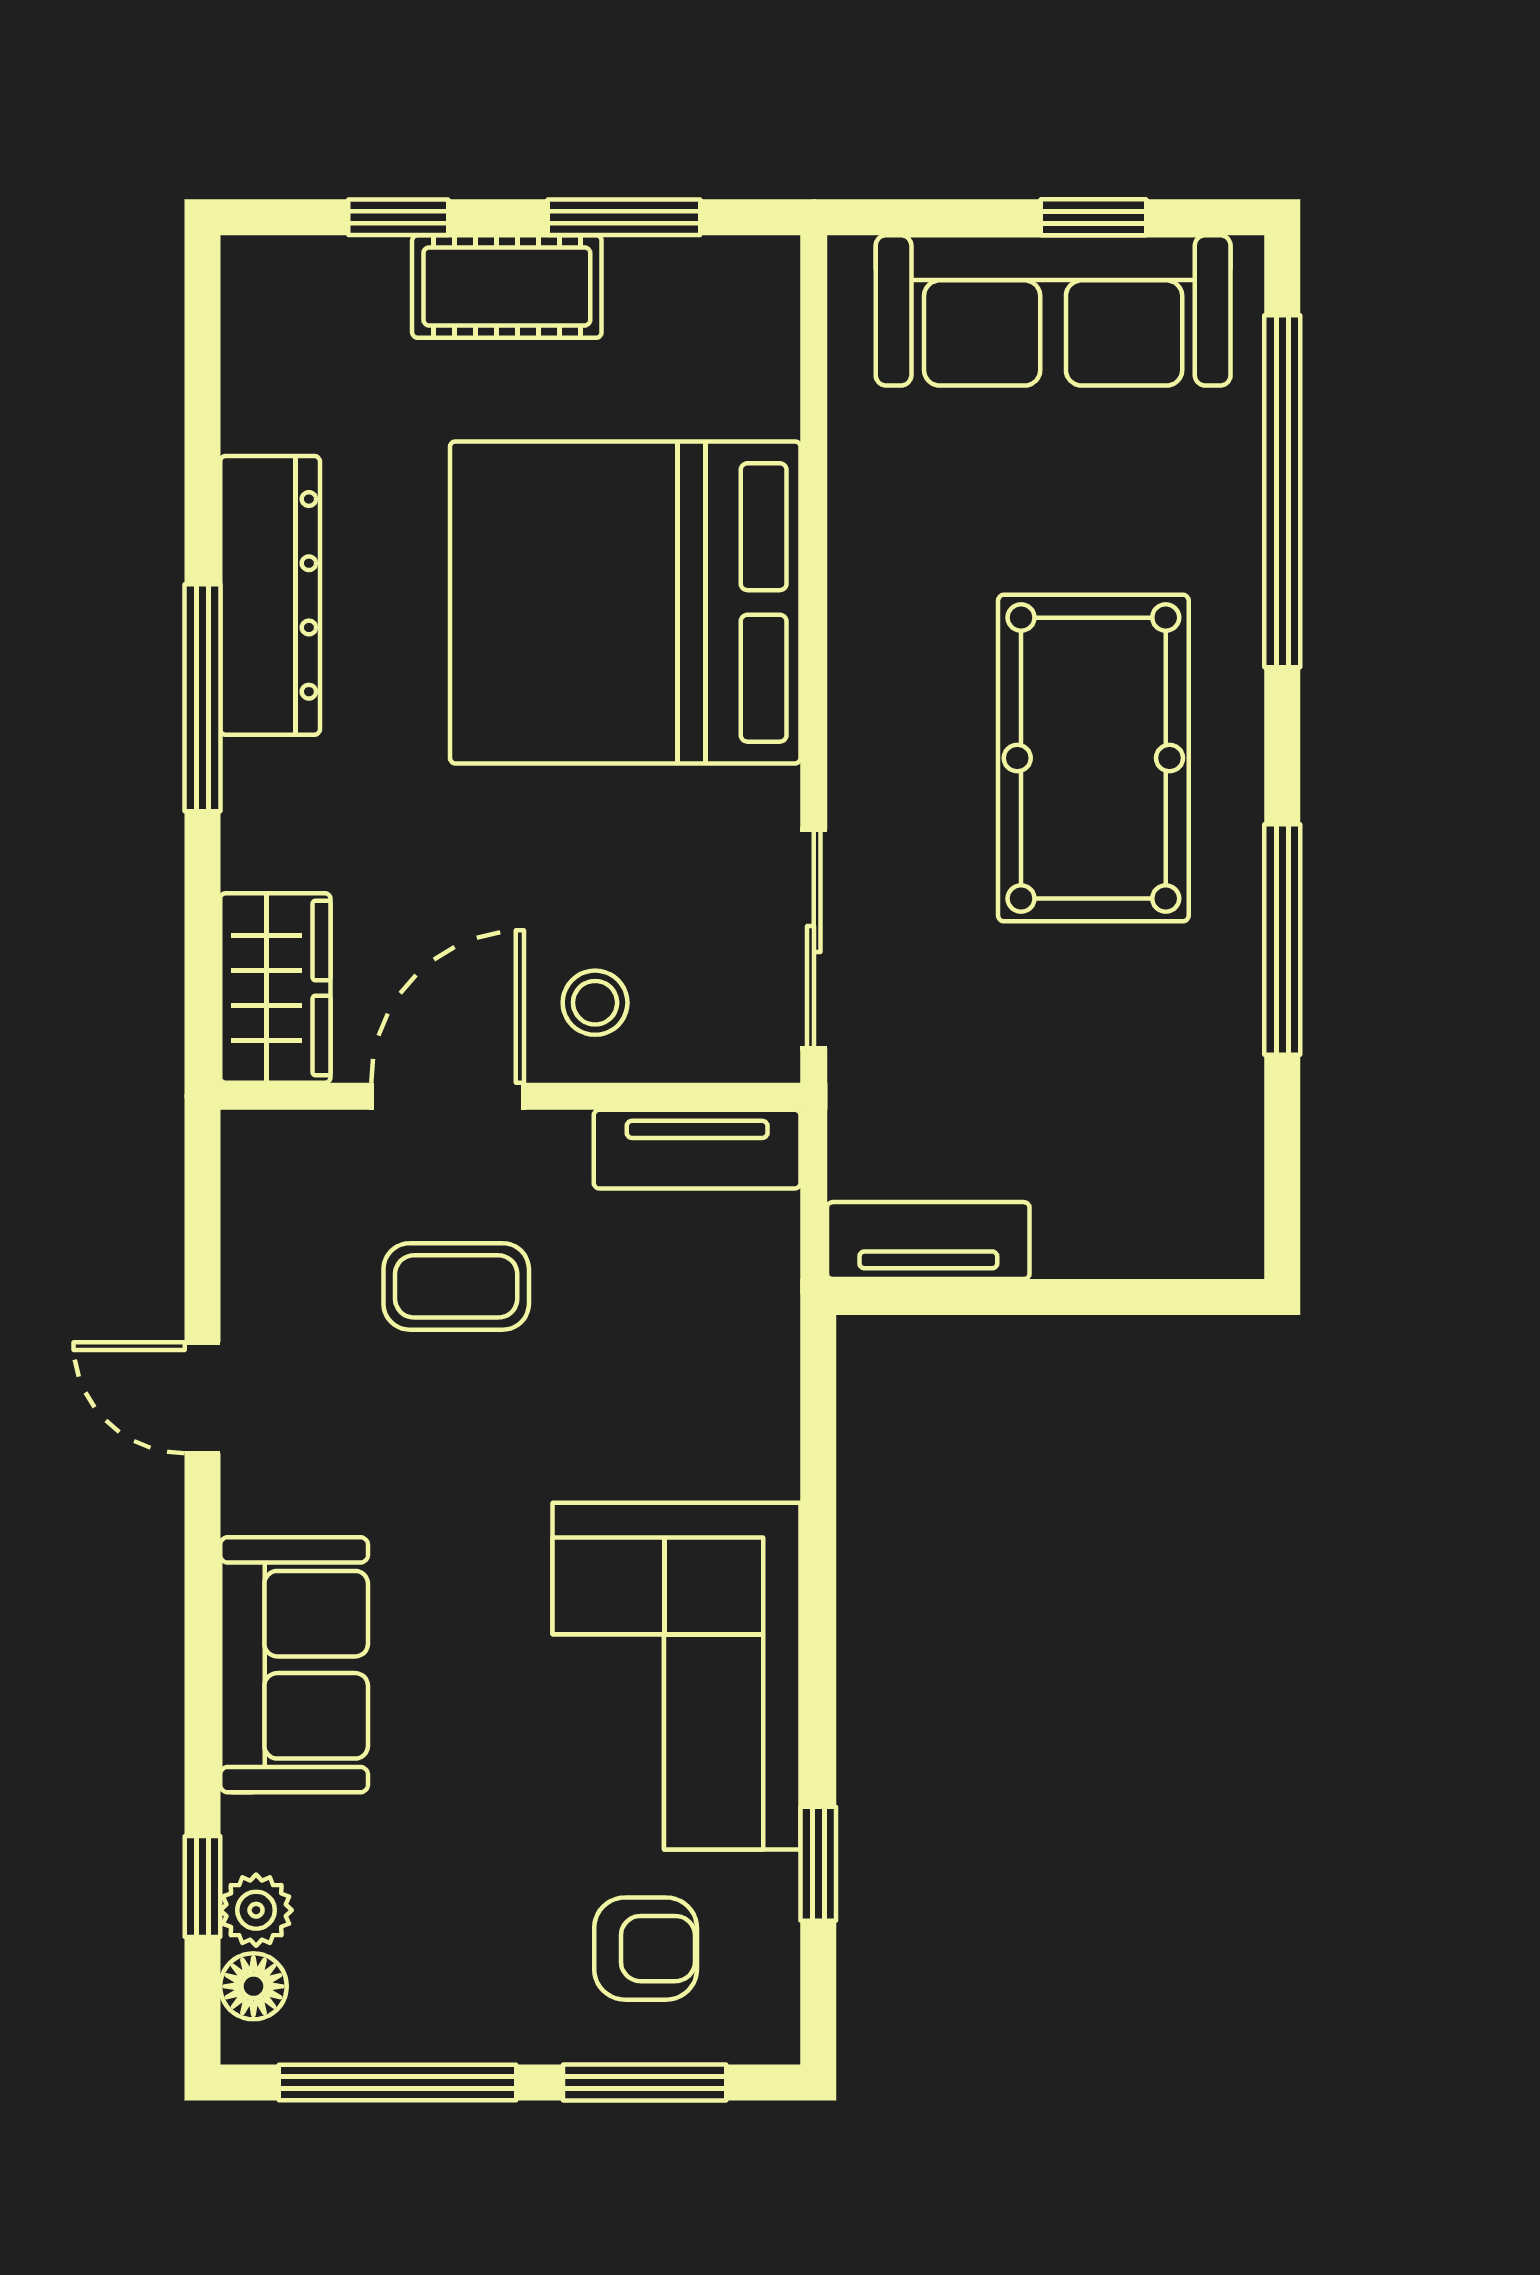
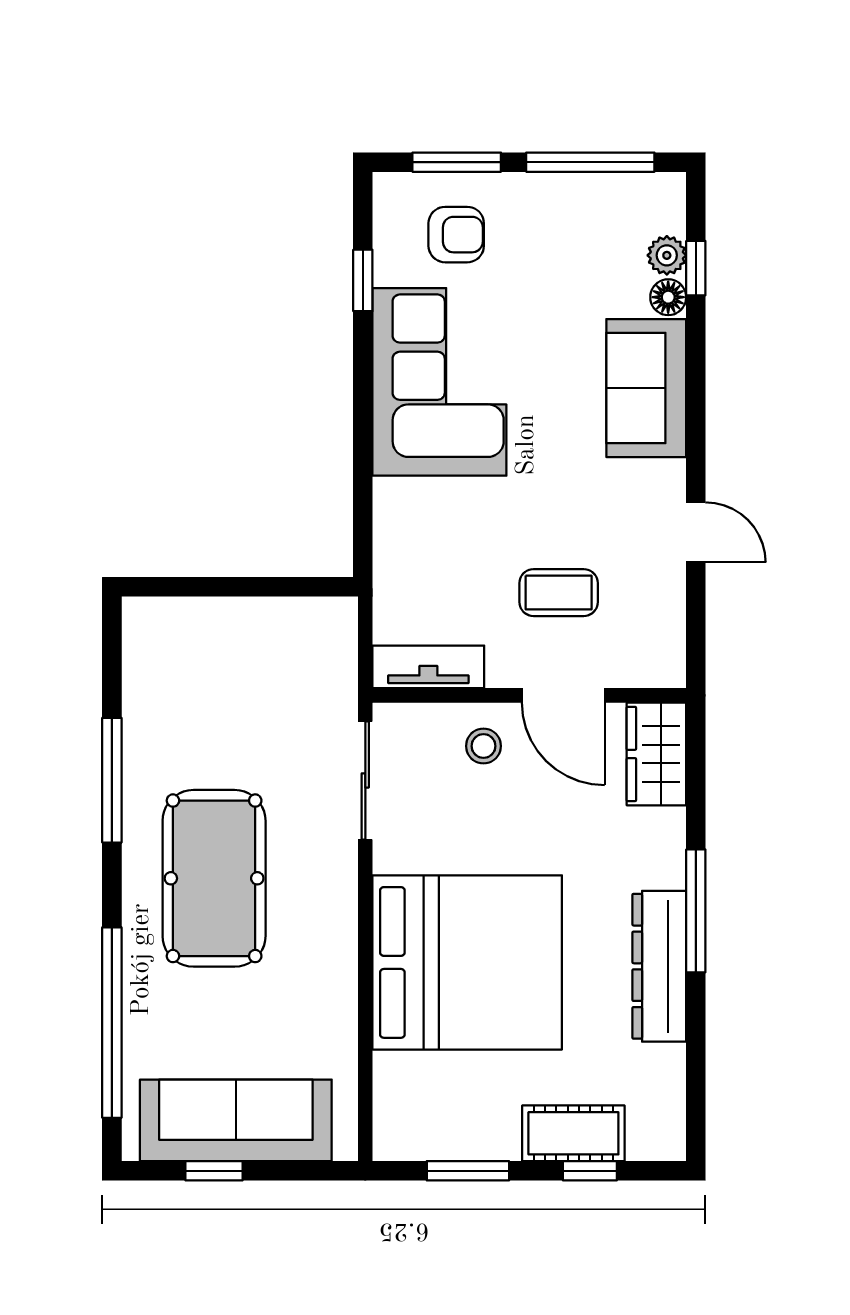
cot: (507, 286) -> (573, 1133), moved
door: (448, 1096) -> (563, 695), hinge flipped
tv unit: (928, 1241) -> (303, 617), removed
armchair: (646, 1949) -> (456, 235), turned 180
floor lamp: (253, 1986) -> (668, 297), moved

